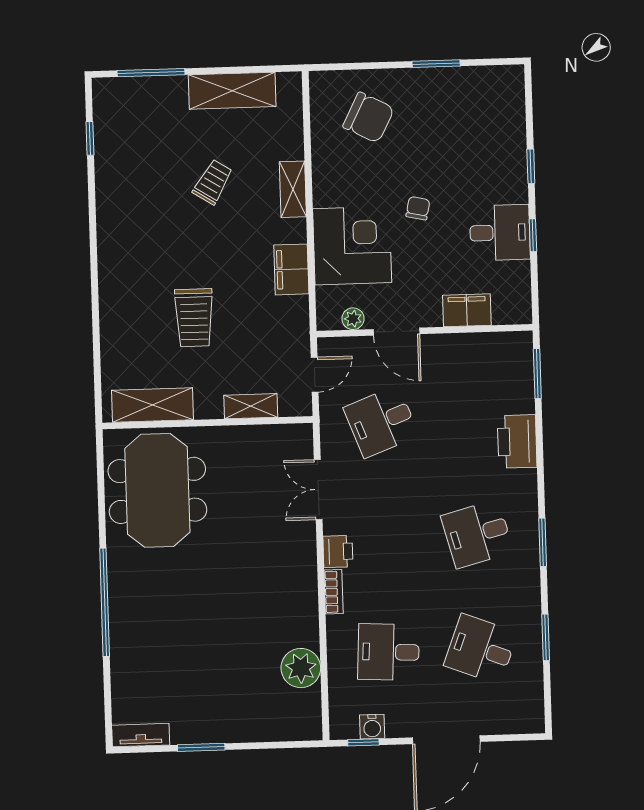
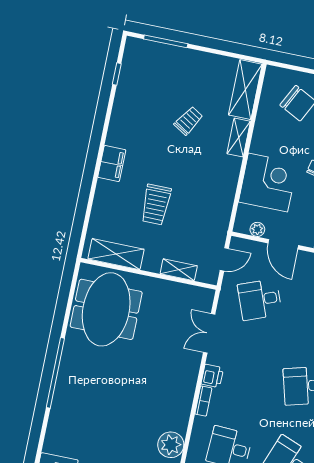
shelving: (232, 91) -> (245, 90), moved, turned 90
filing cabinet: (291, 269) -> (112, 164), moved, turned 180

